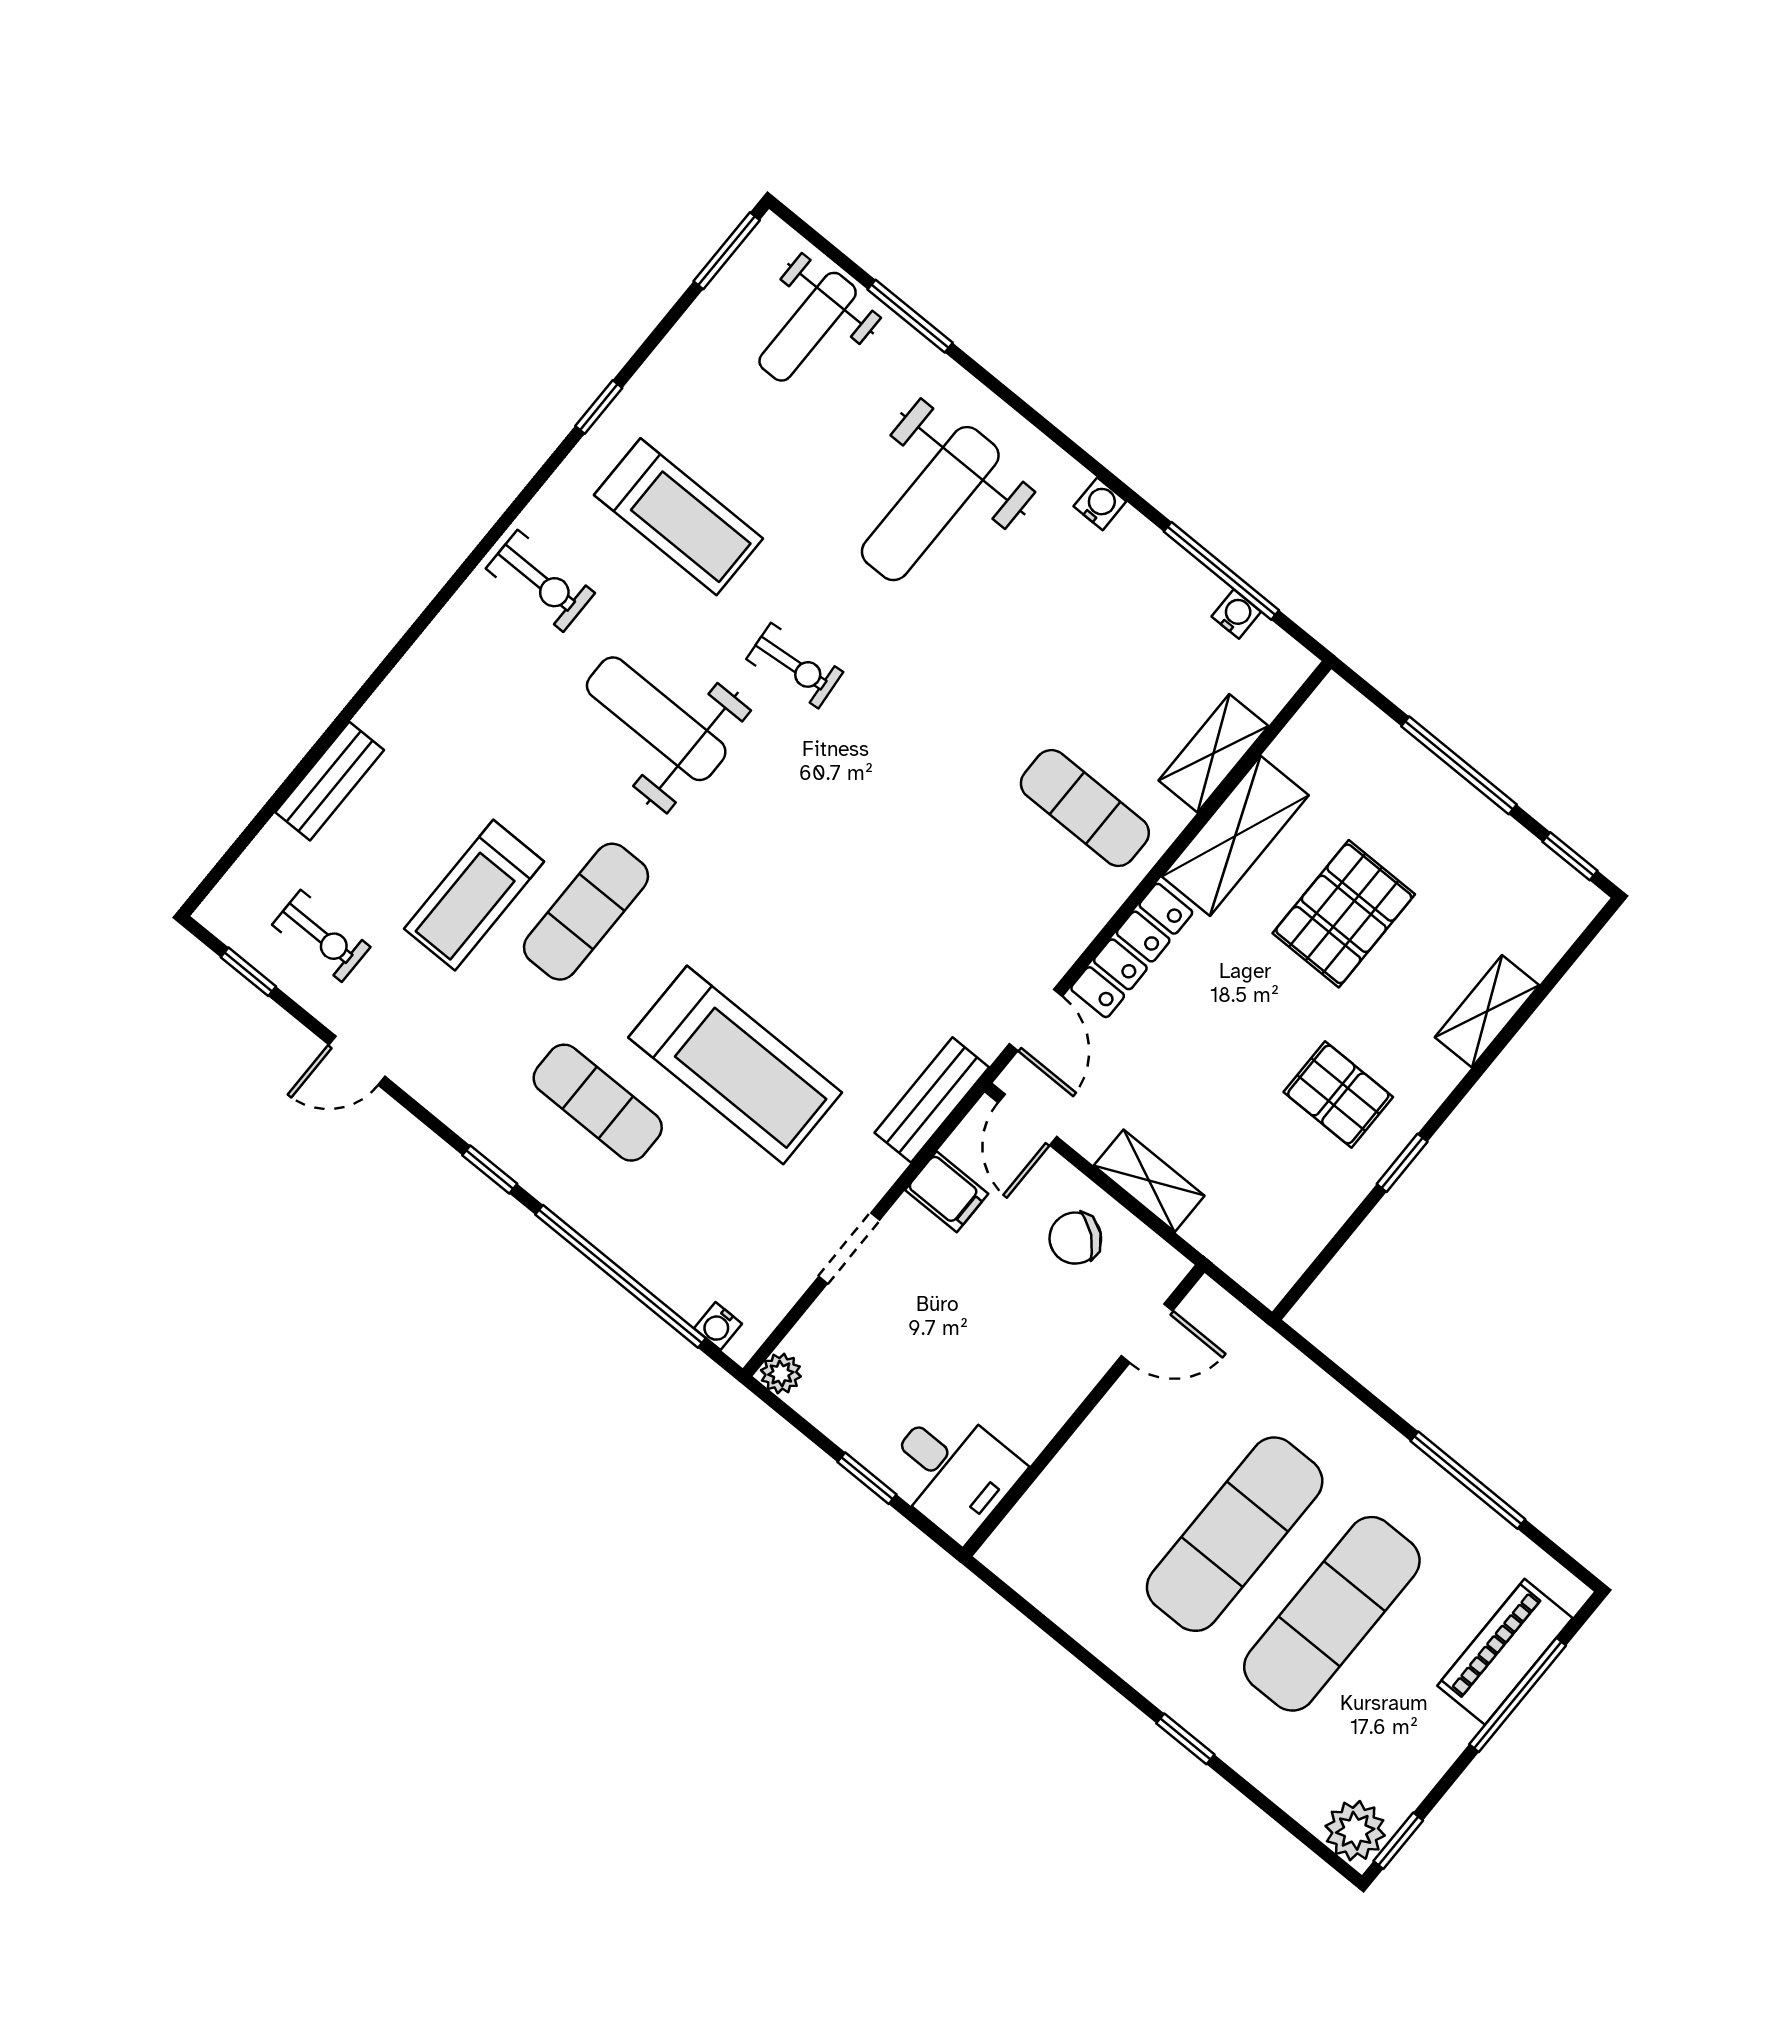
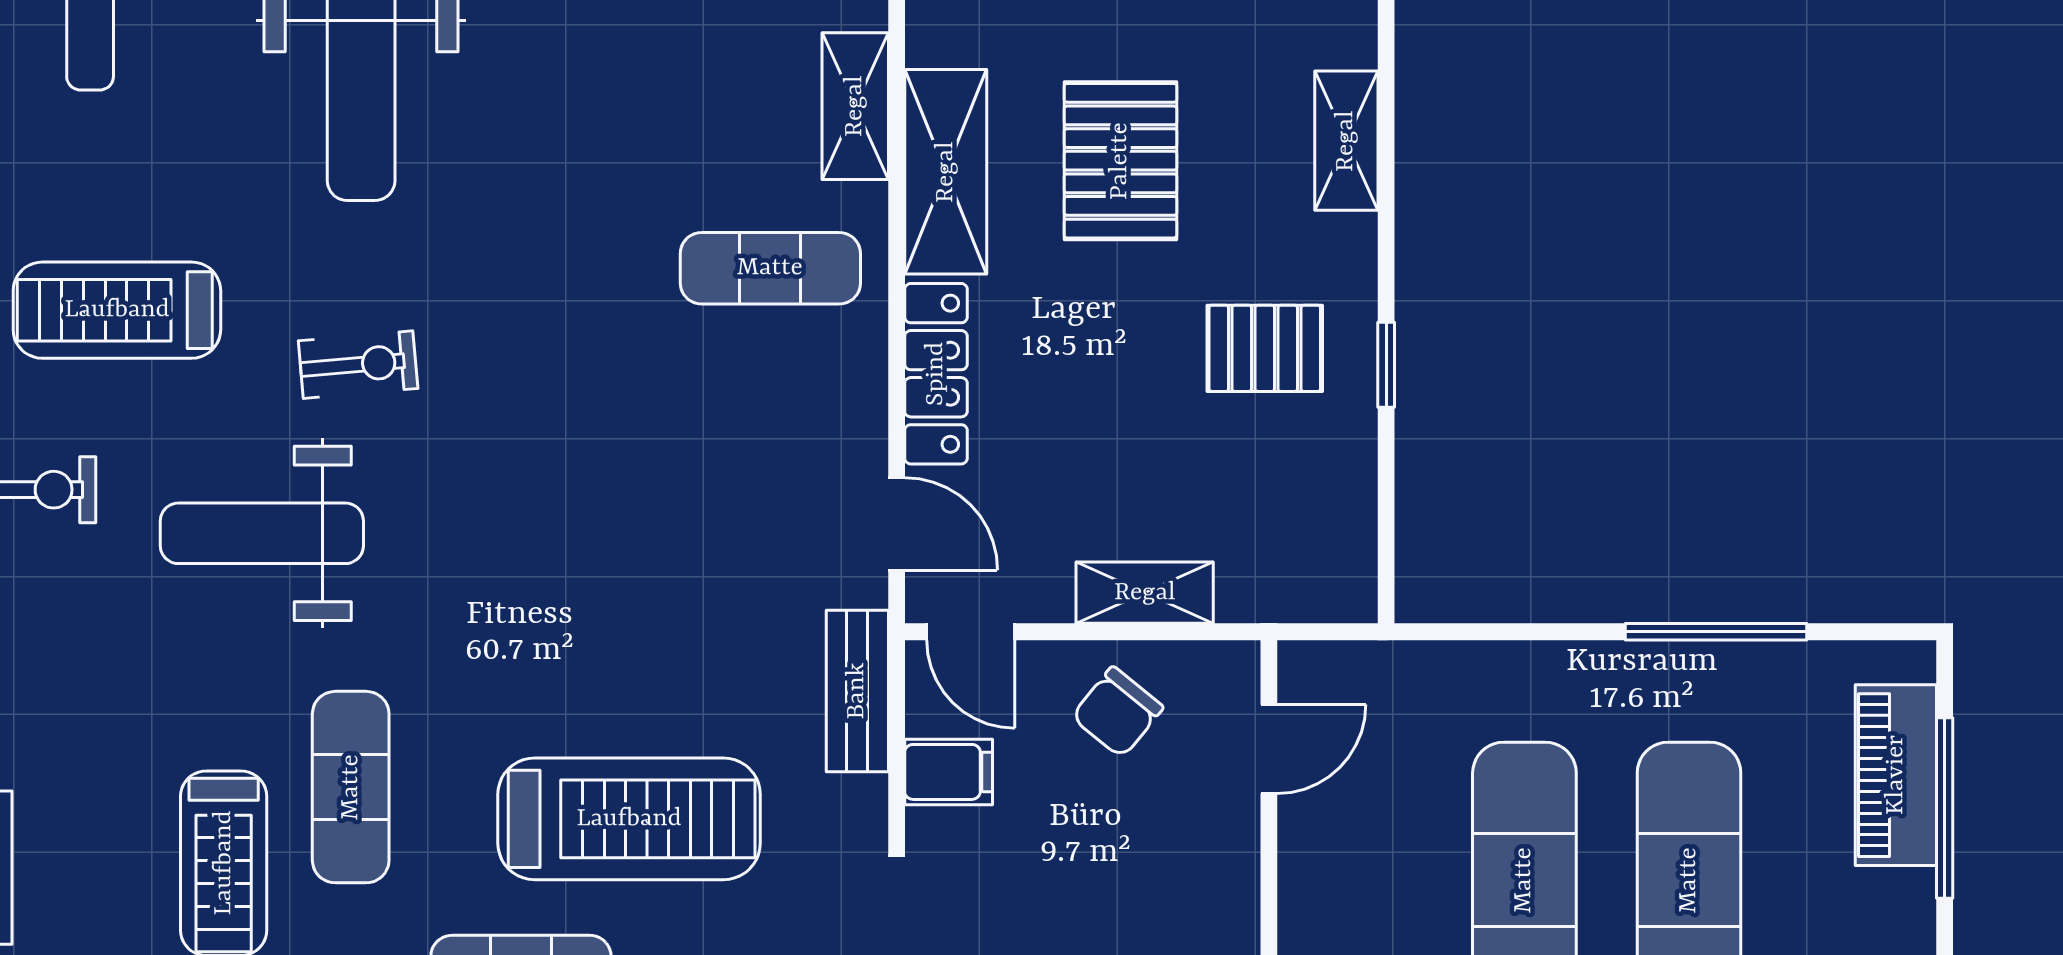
treadmill: (679, 517) -> (117, 310), turned 180

